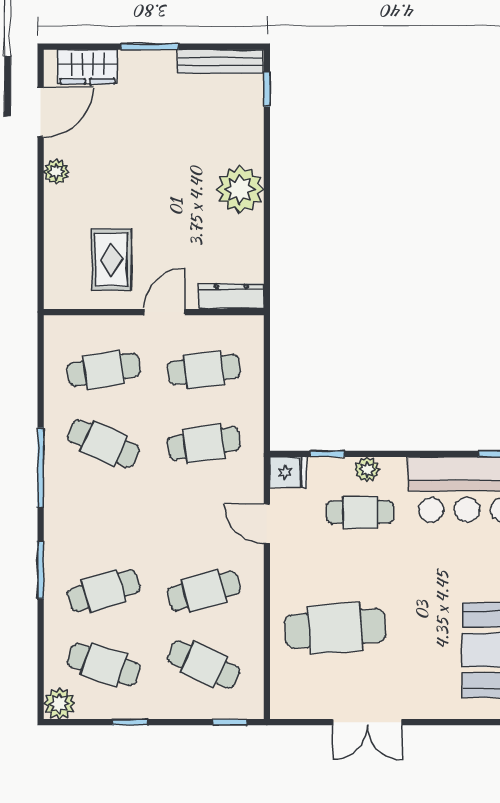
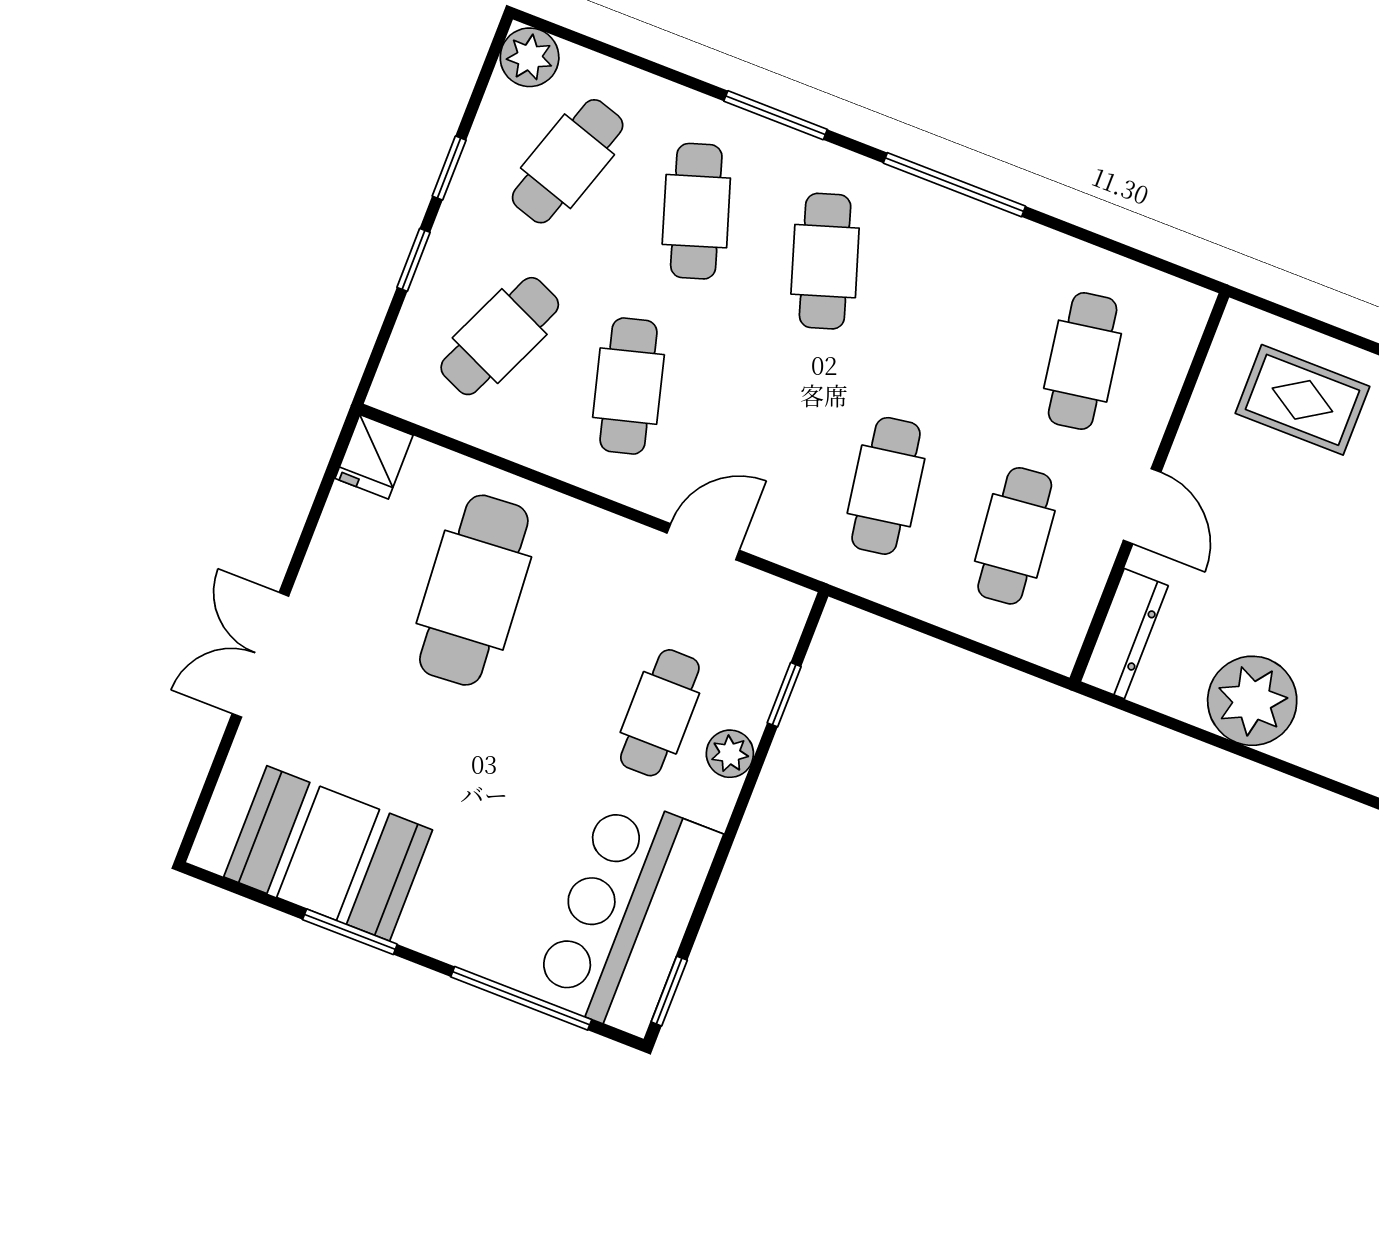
plant: (240, 189) -> (1252, 701), moved
rug: (111, 259) -> (1302, 400), moved
cafe table: (104, 443) -> (825, 261), moved, turned -42
fridge: (288, 472) -> (374, 457), moved
window: (230, 722) -> (413, 260), moved
double door: (367, 722) -> (260, 655), moved

